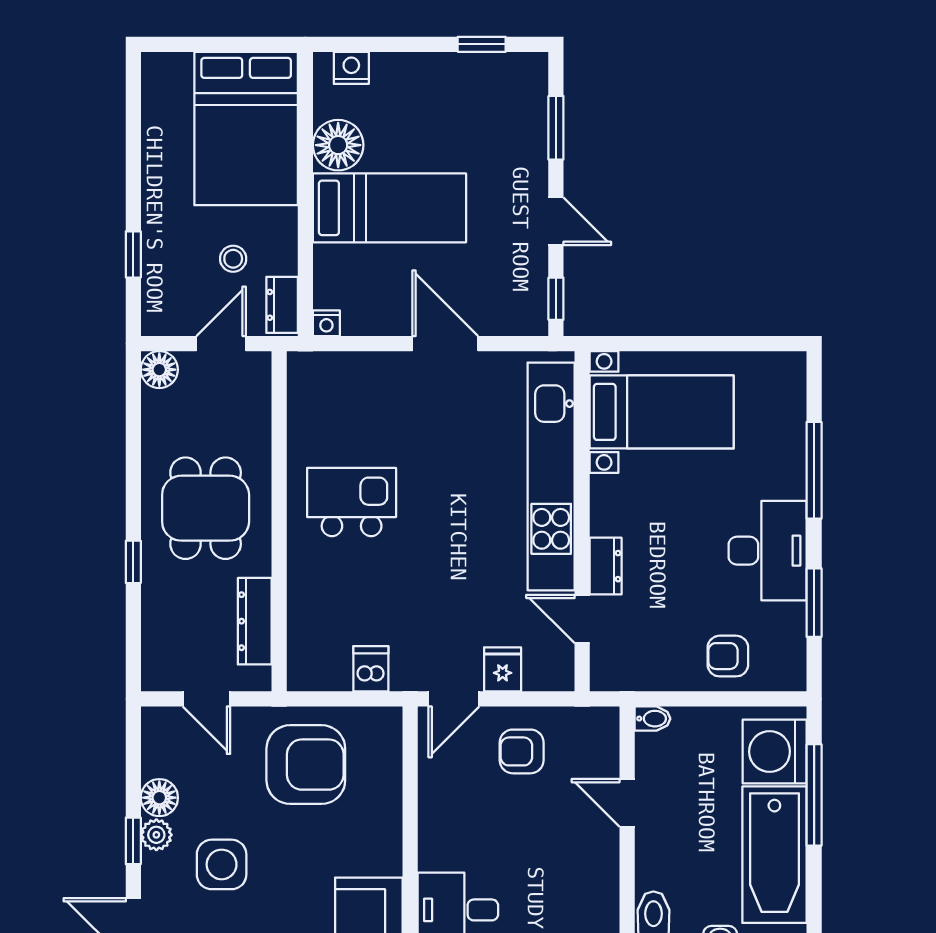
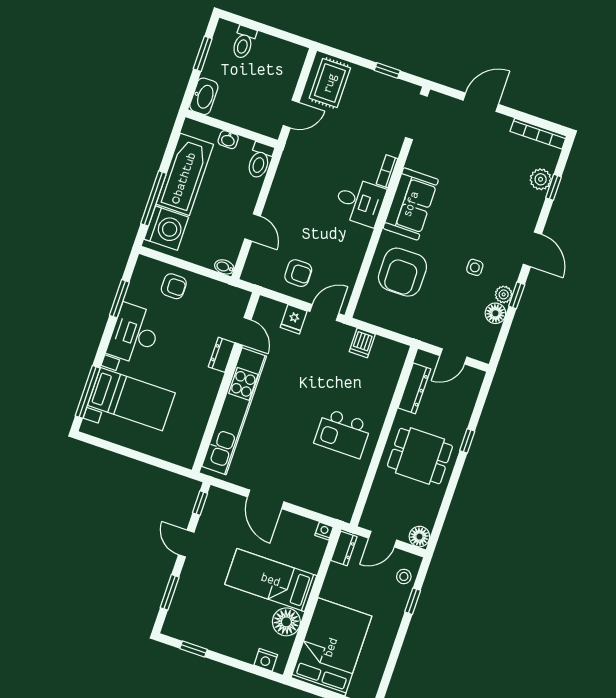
stool: (233, 259) -> (404, 576), moved
bed with nightstands: (662, 412) -> (131, 399), moved, turned 180
window: (814, 470) -> (88, 392), moved
dining table: (206, 508) -> (420, 456), turned 90
door: (206, 699) -> (453, 356), swing flipped
armchair: (306, 765) -> (402, 272), moved, turned -90
side table: (222, 864) -> (475, 267), width x0.54, depth x0.54

